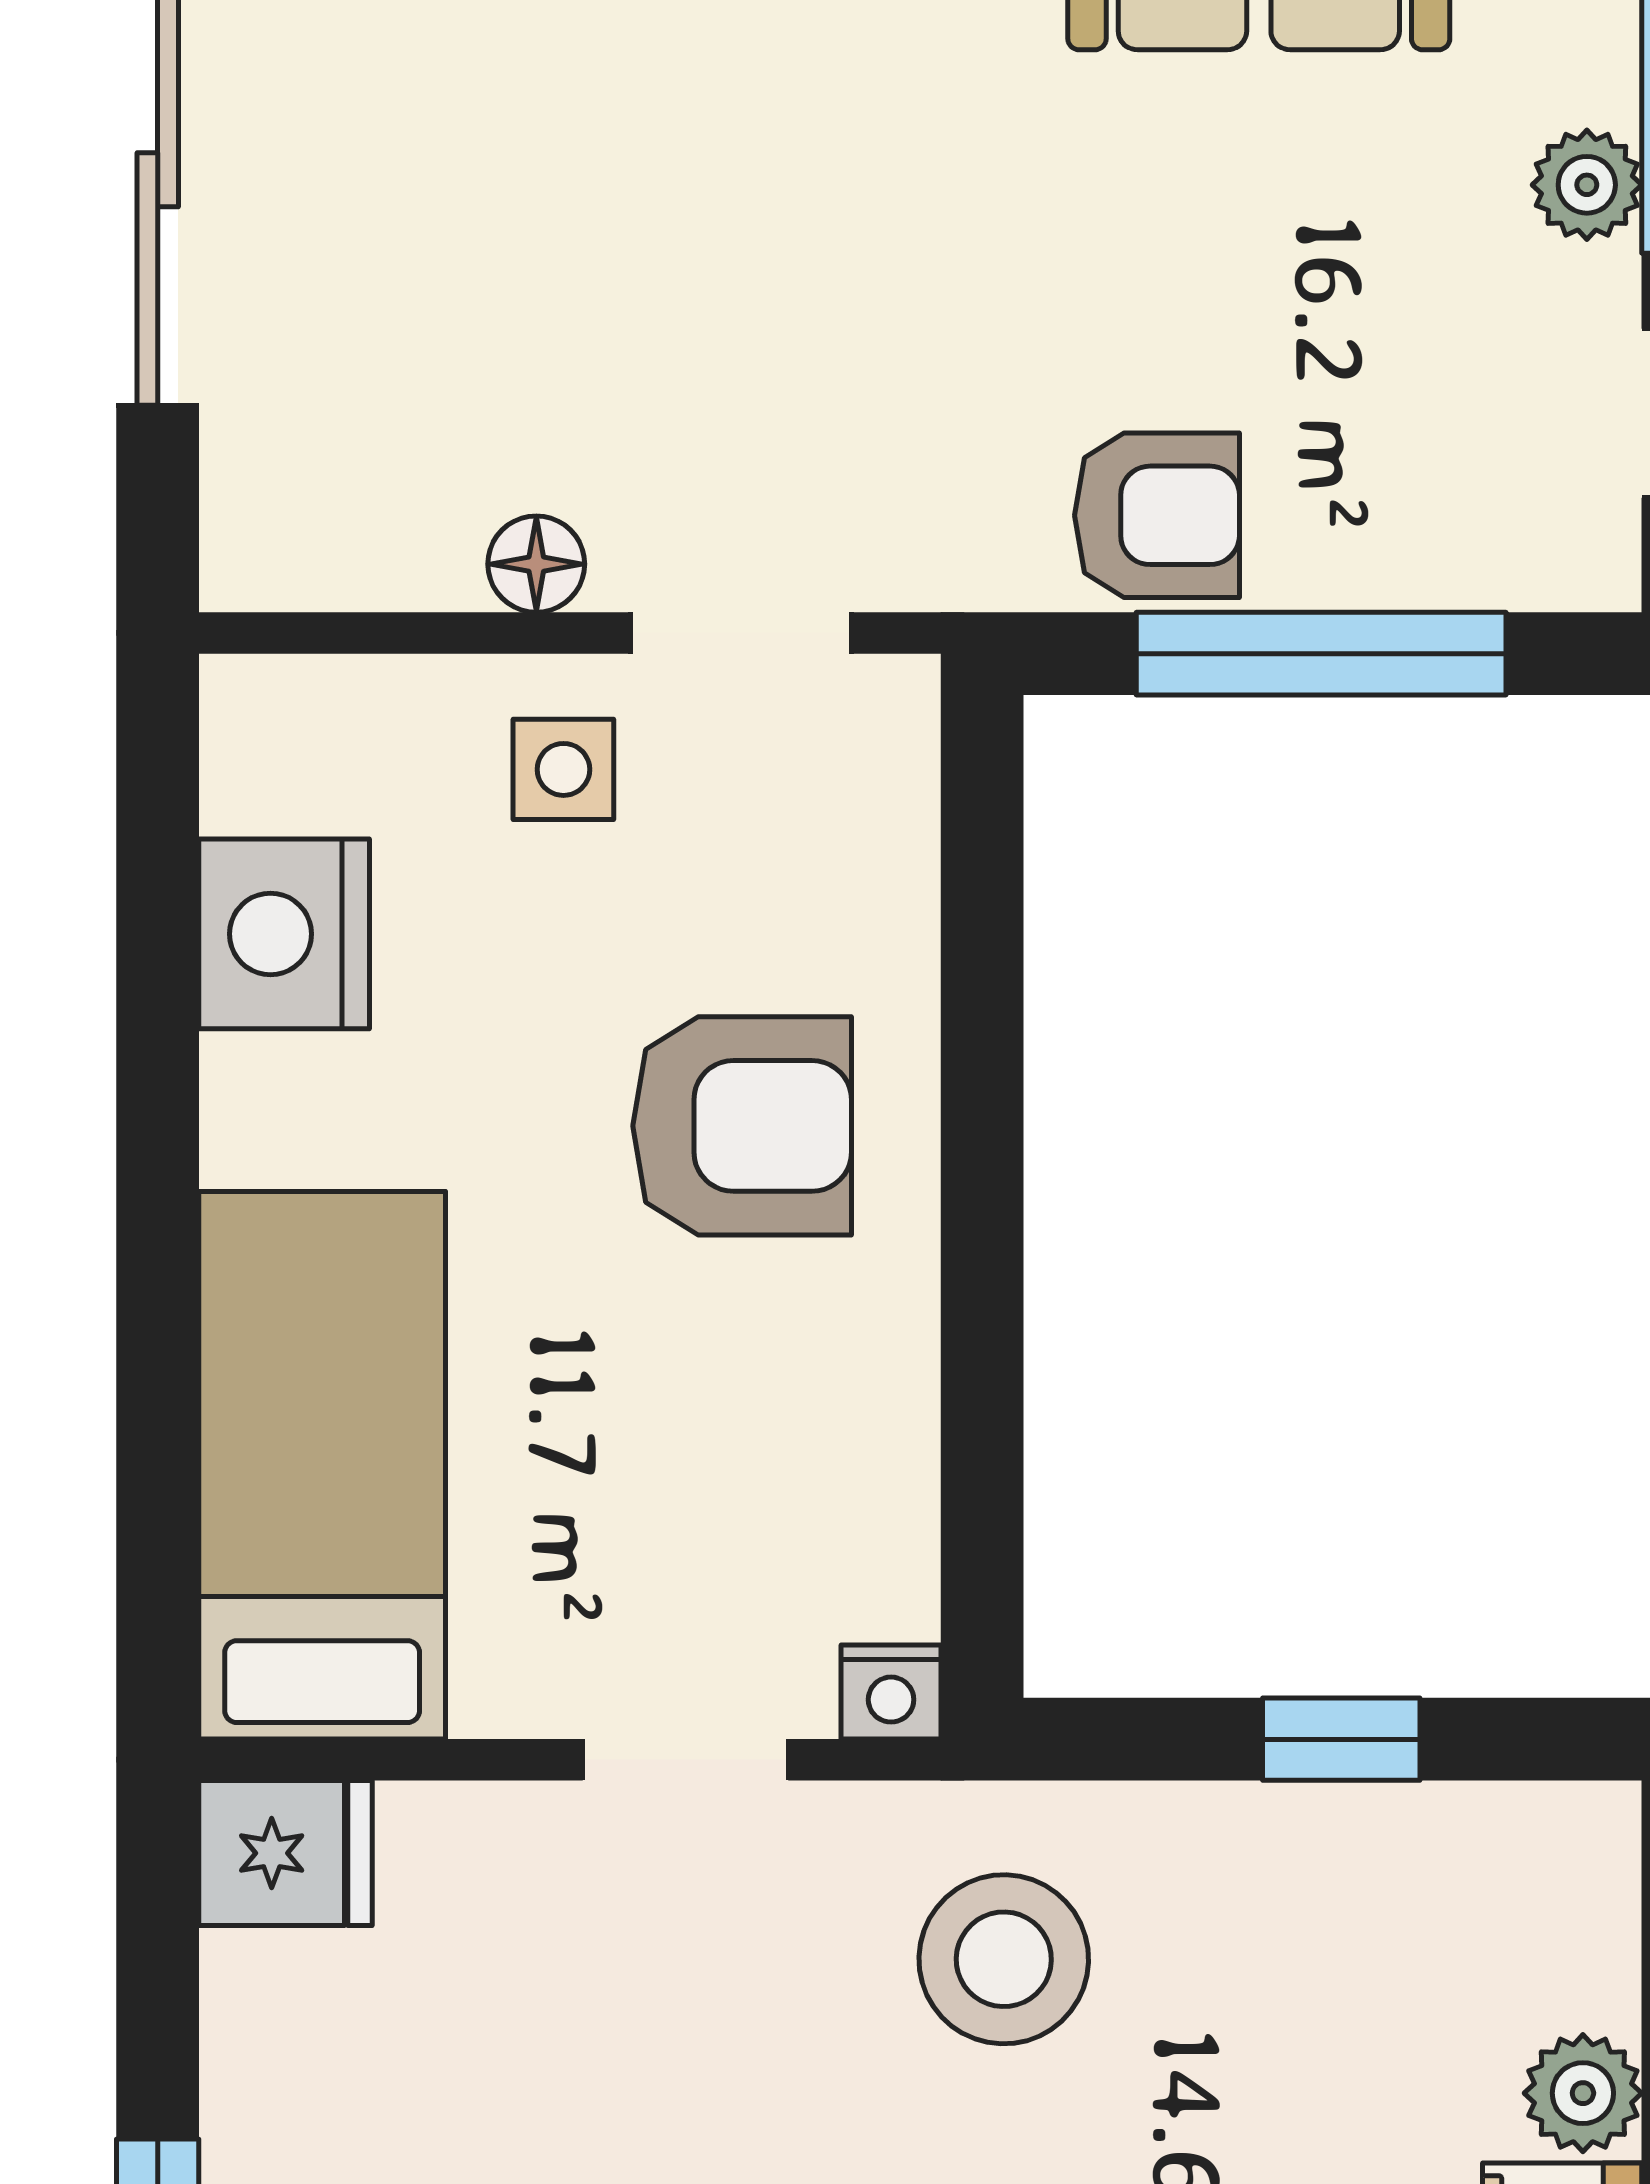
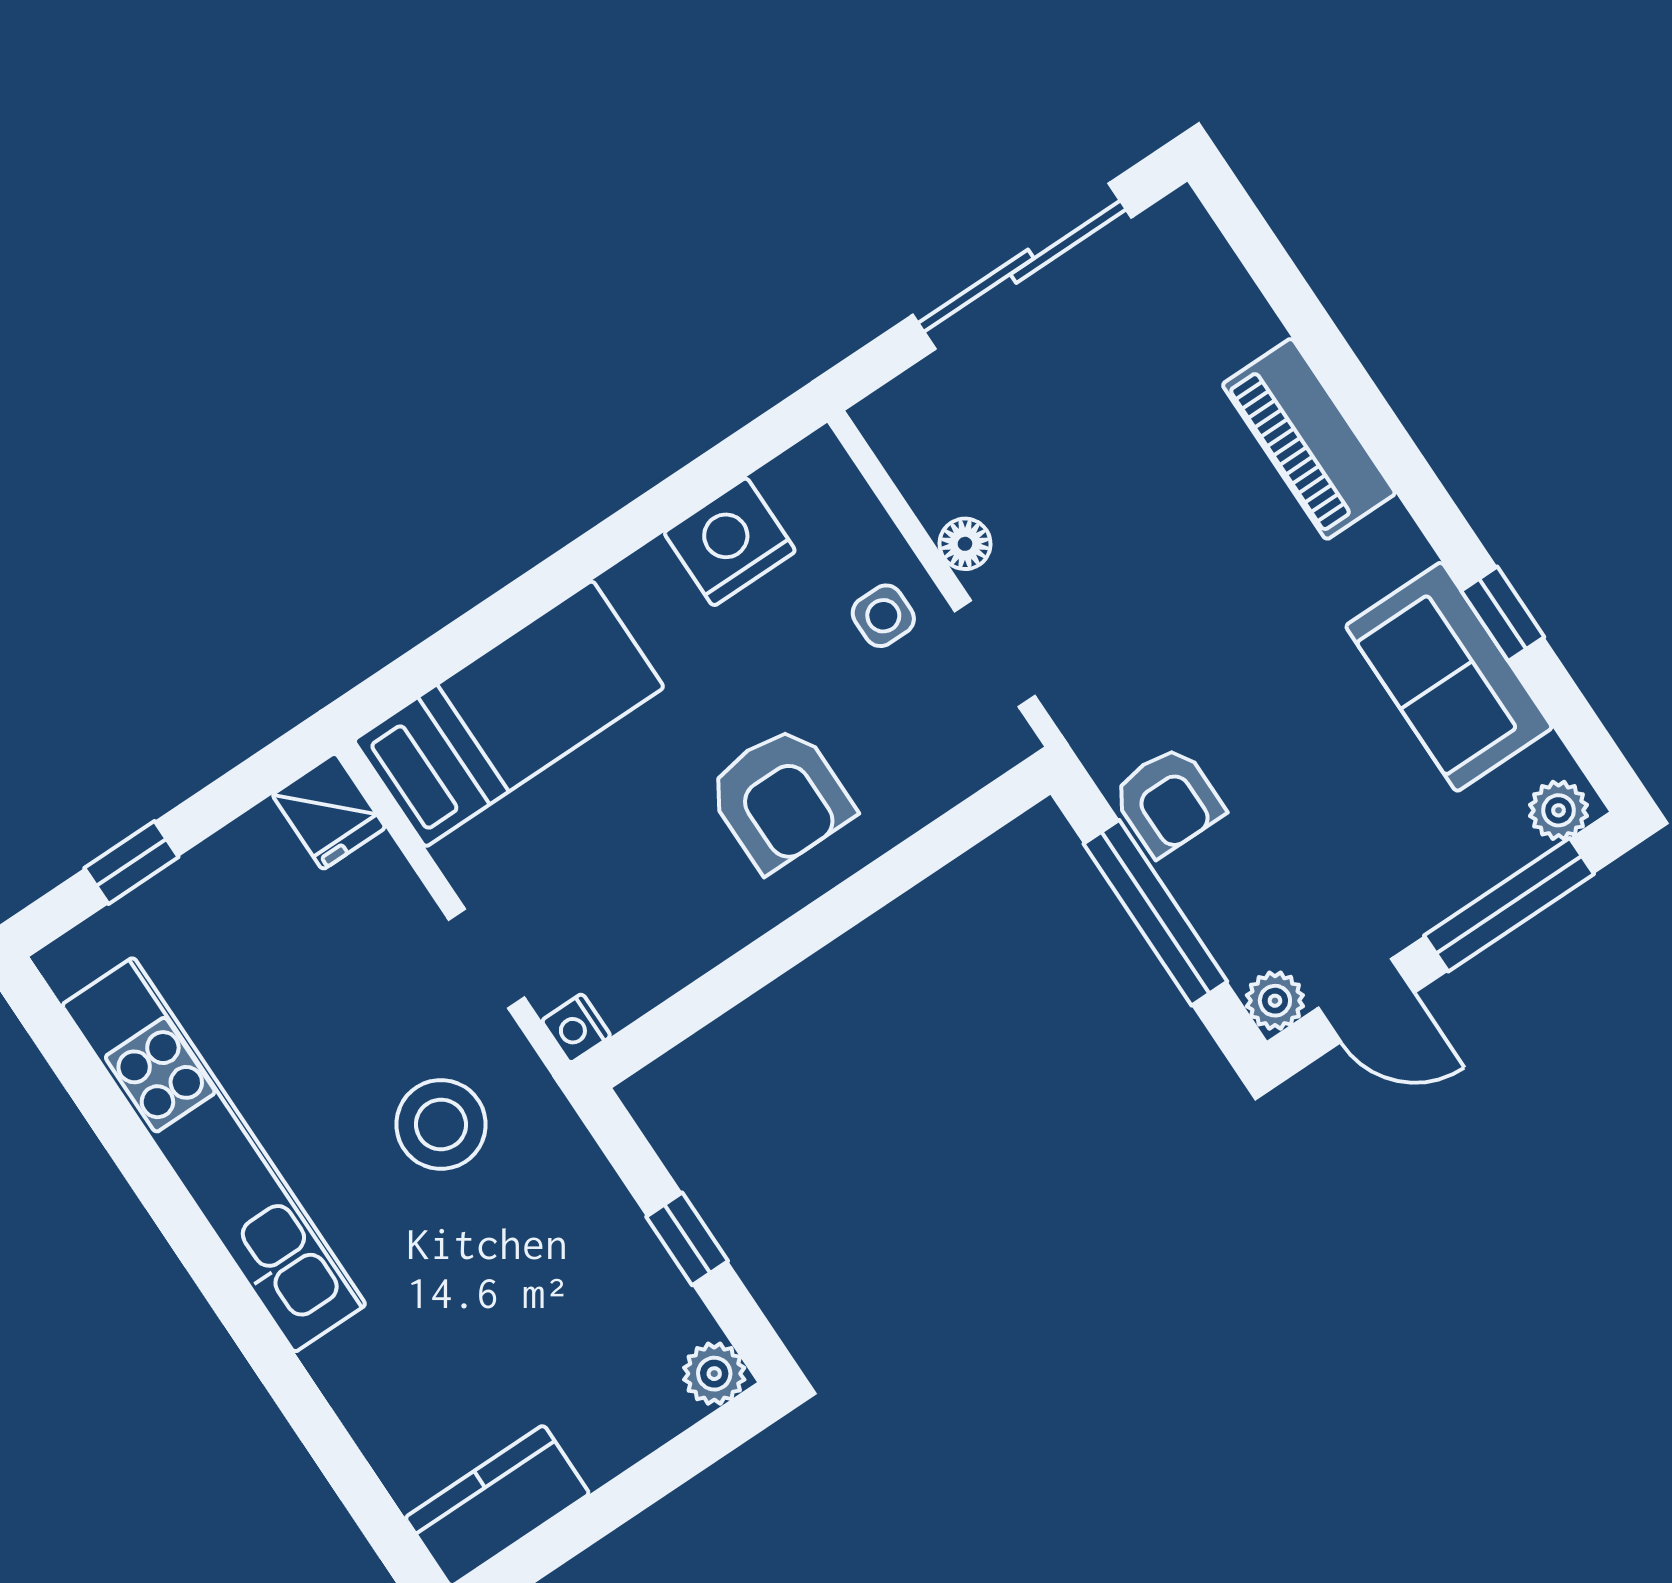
plant: (1587, 185) -> (1275, 1001), moved
stool: (1004, 1959) -> (441, 1124), moved
plant: (1583, 2093) -> (714, 1374), moved

